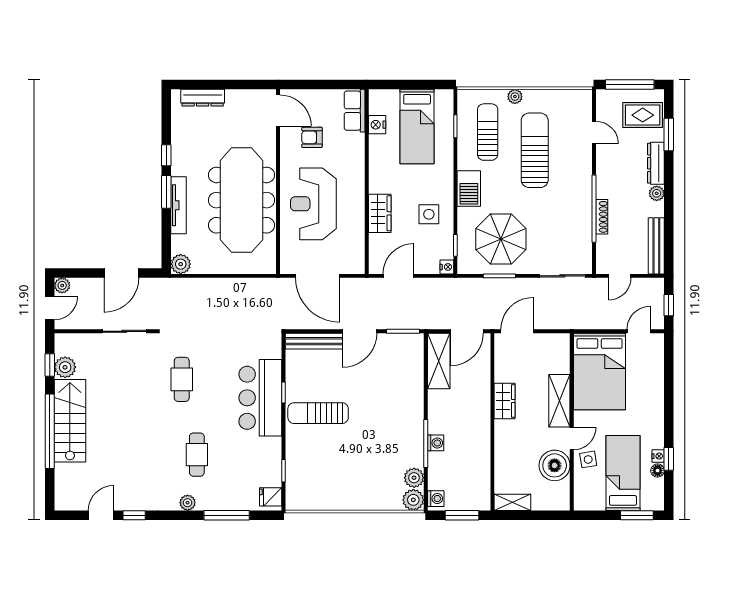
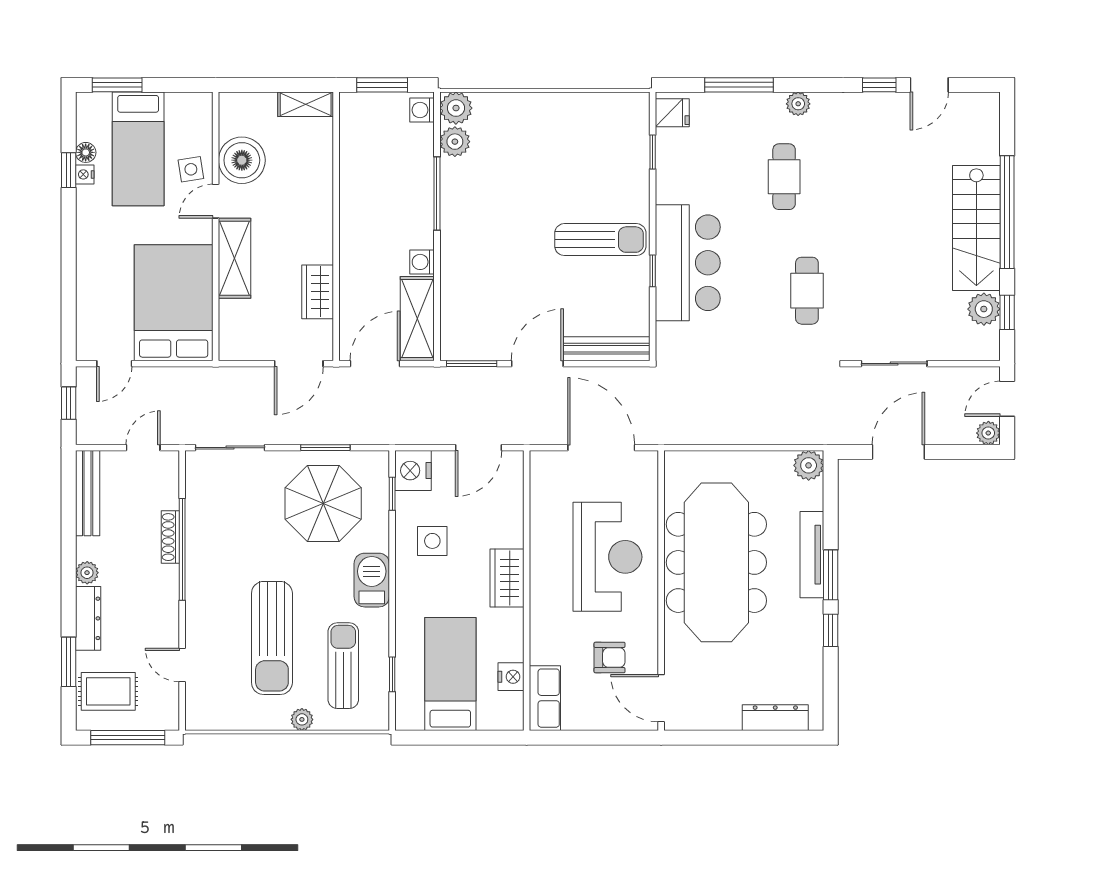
sun lounger: (488, 132) -> (343, 666), turned 180
wardrobe: (380, 213) -> (507, 578), moved
nightstand: (447, 267) -> (413, 471), width x1.89, depth x1.79
wardrobe: (505, 401) -> (318, 292), moved
washing machine: (436, 443) -> (422, 262), moved

